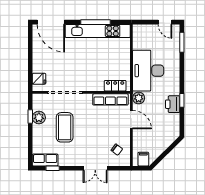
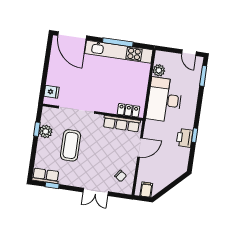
plant: (139, 98) -> (159, 70), moved
door: (131, 120) -> (140, 148), hinge flipped

